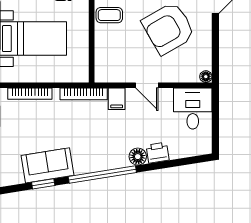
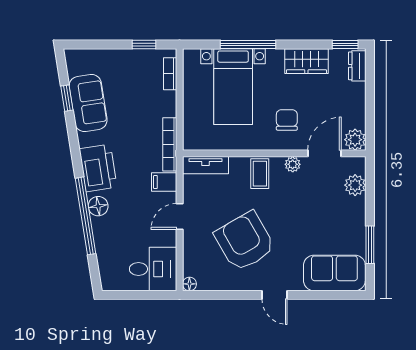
tv unit: (102, 63) -> (205, 165), added
bookcase: (30, 94) -> (170, 74), width x0.64
printer: (158, 153) -> (98, 168), moved, width x1.87, depth x1.48
window: (102, 175) -> (86, 216), moved

